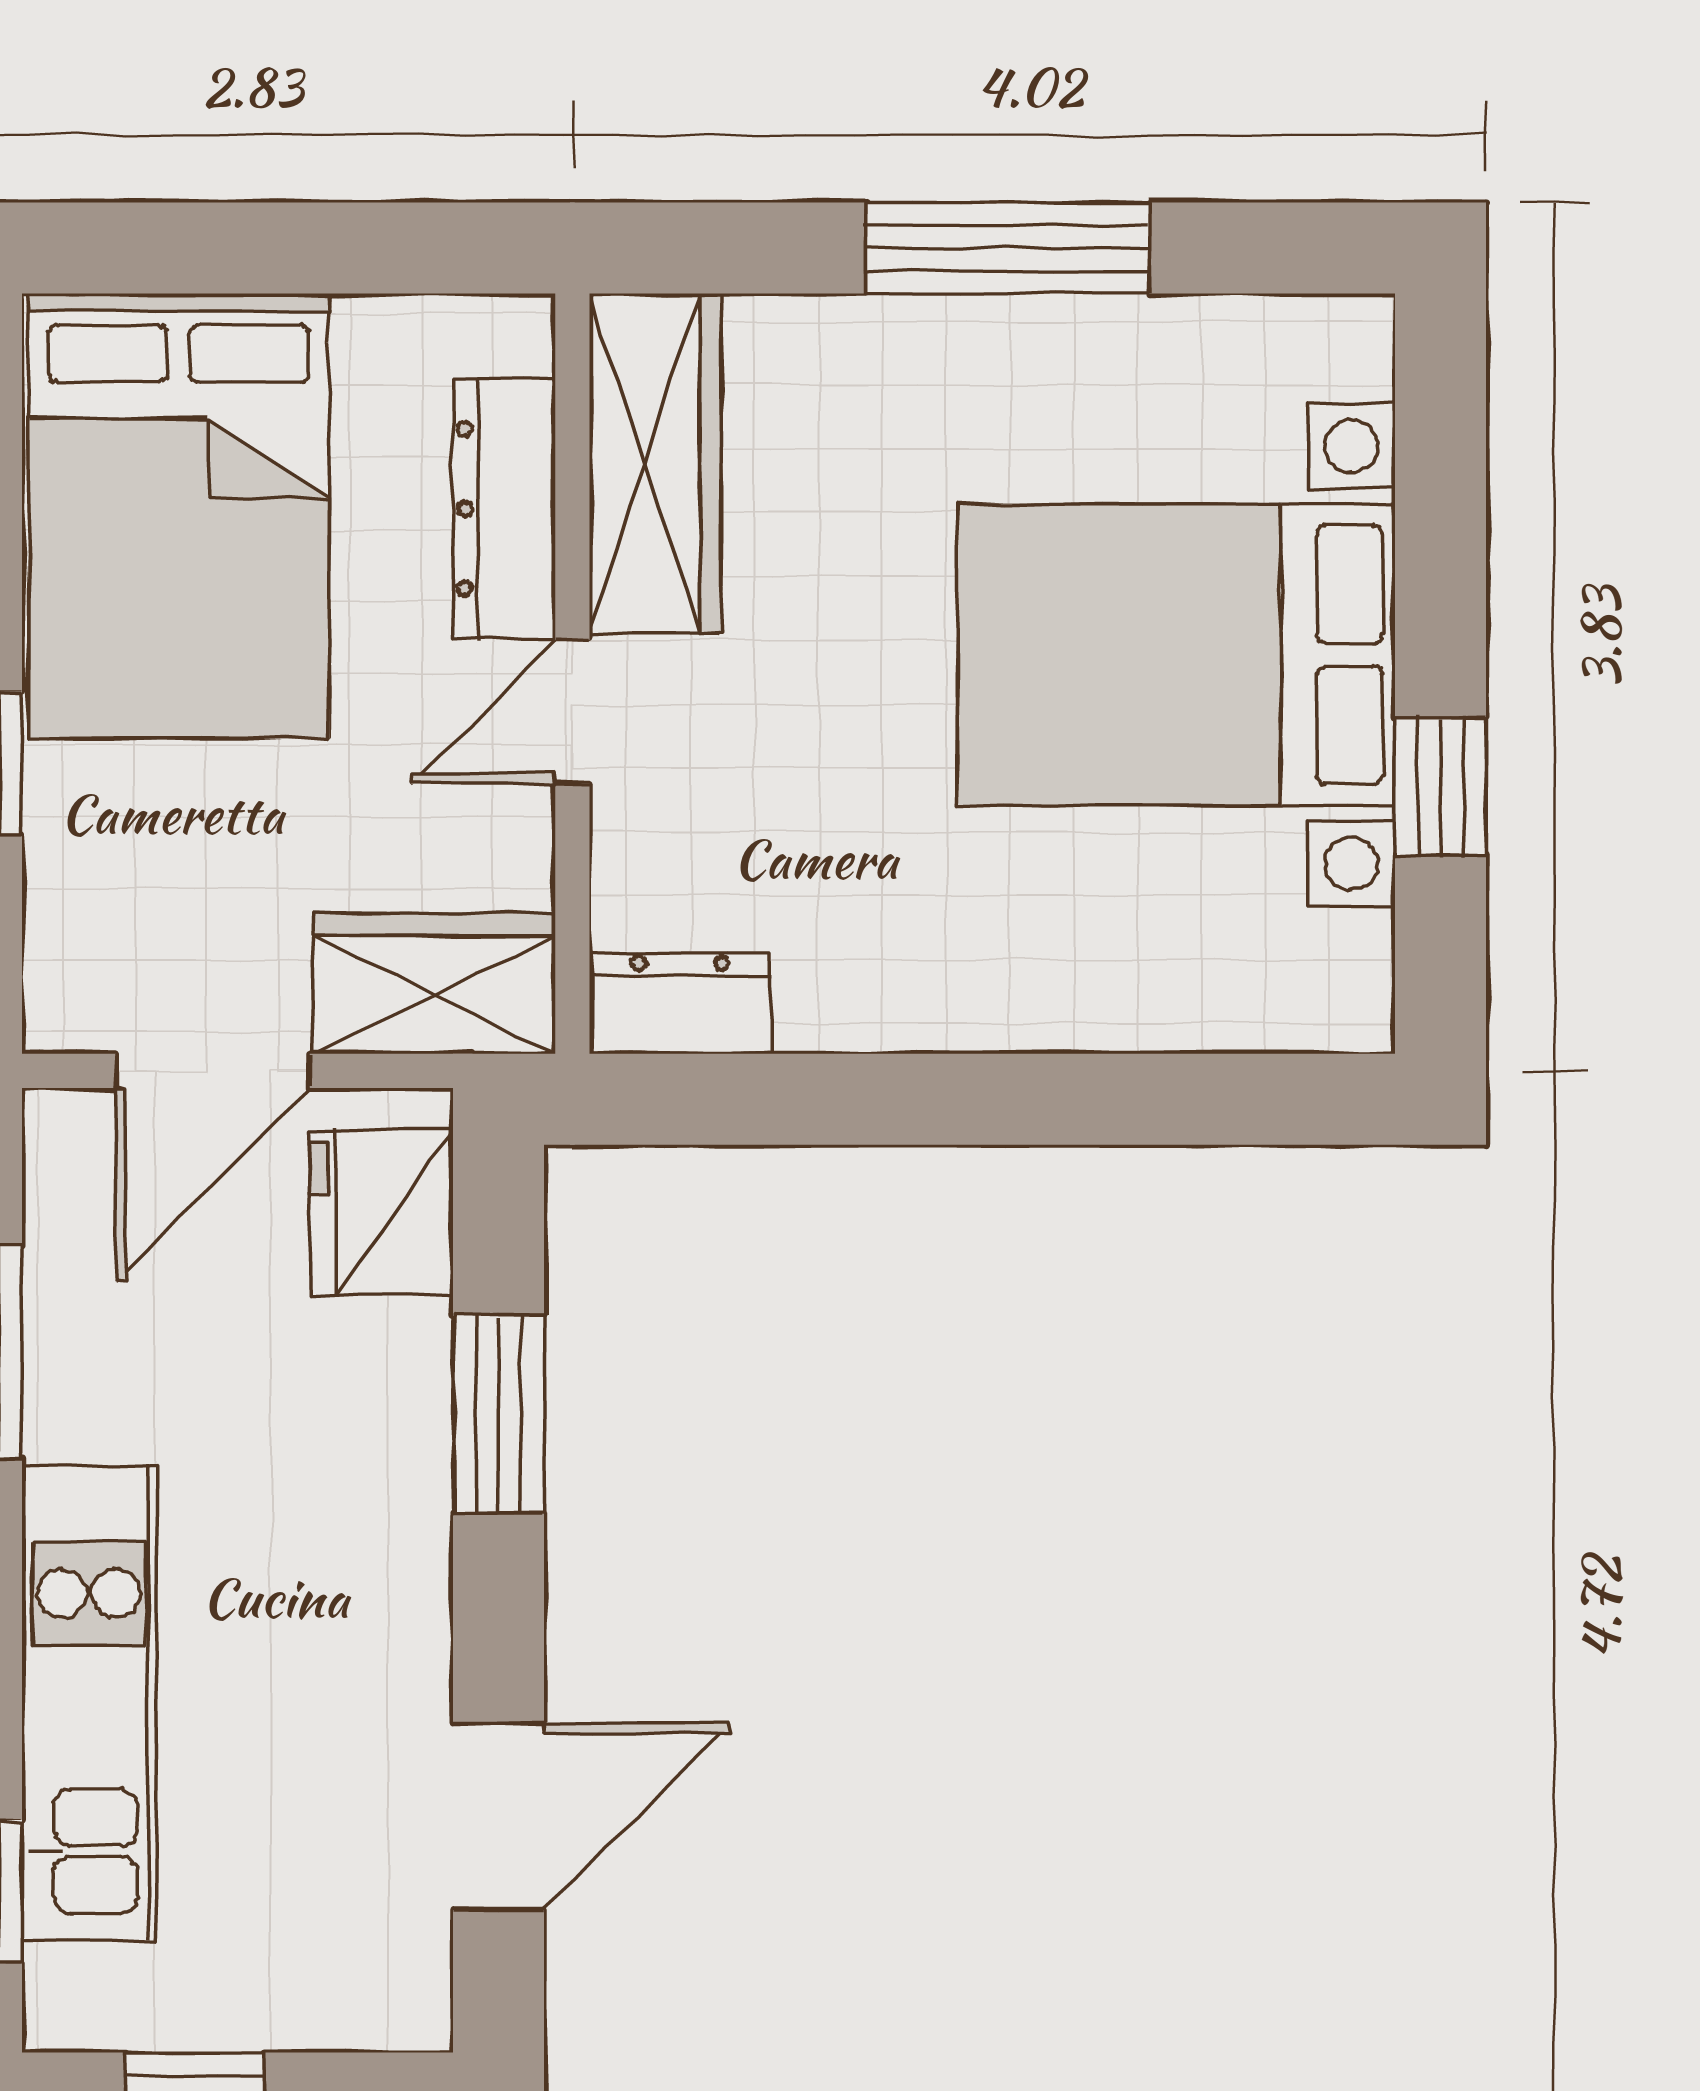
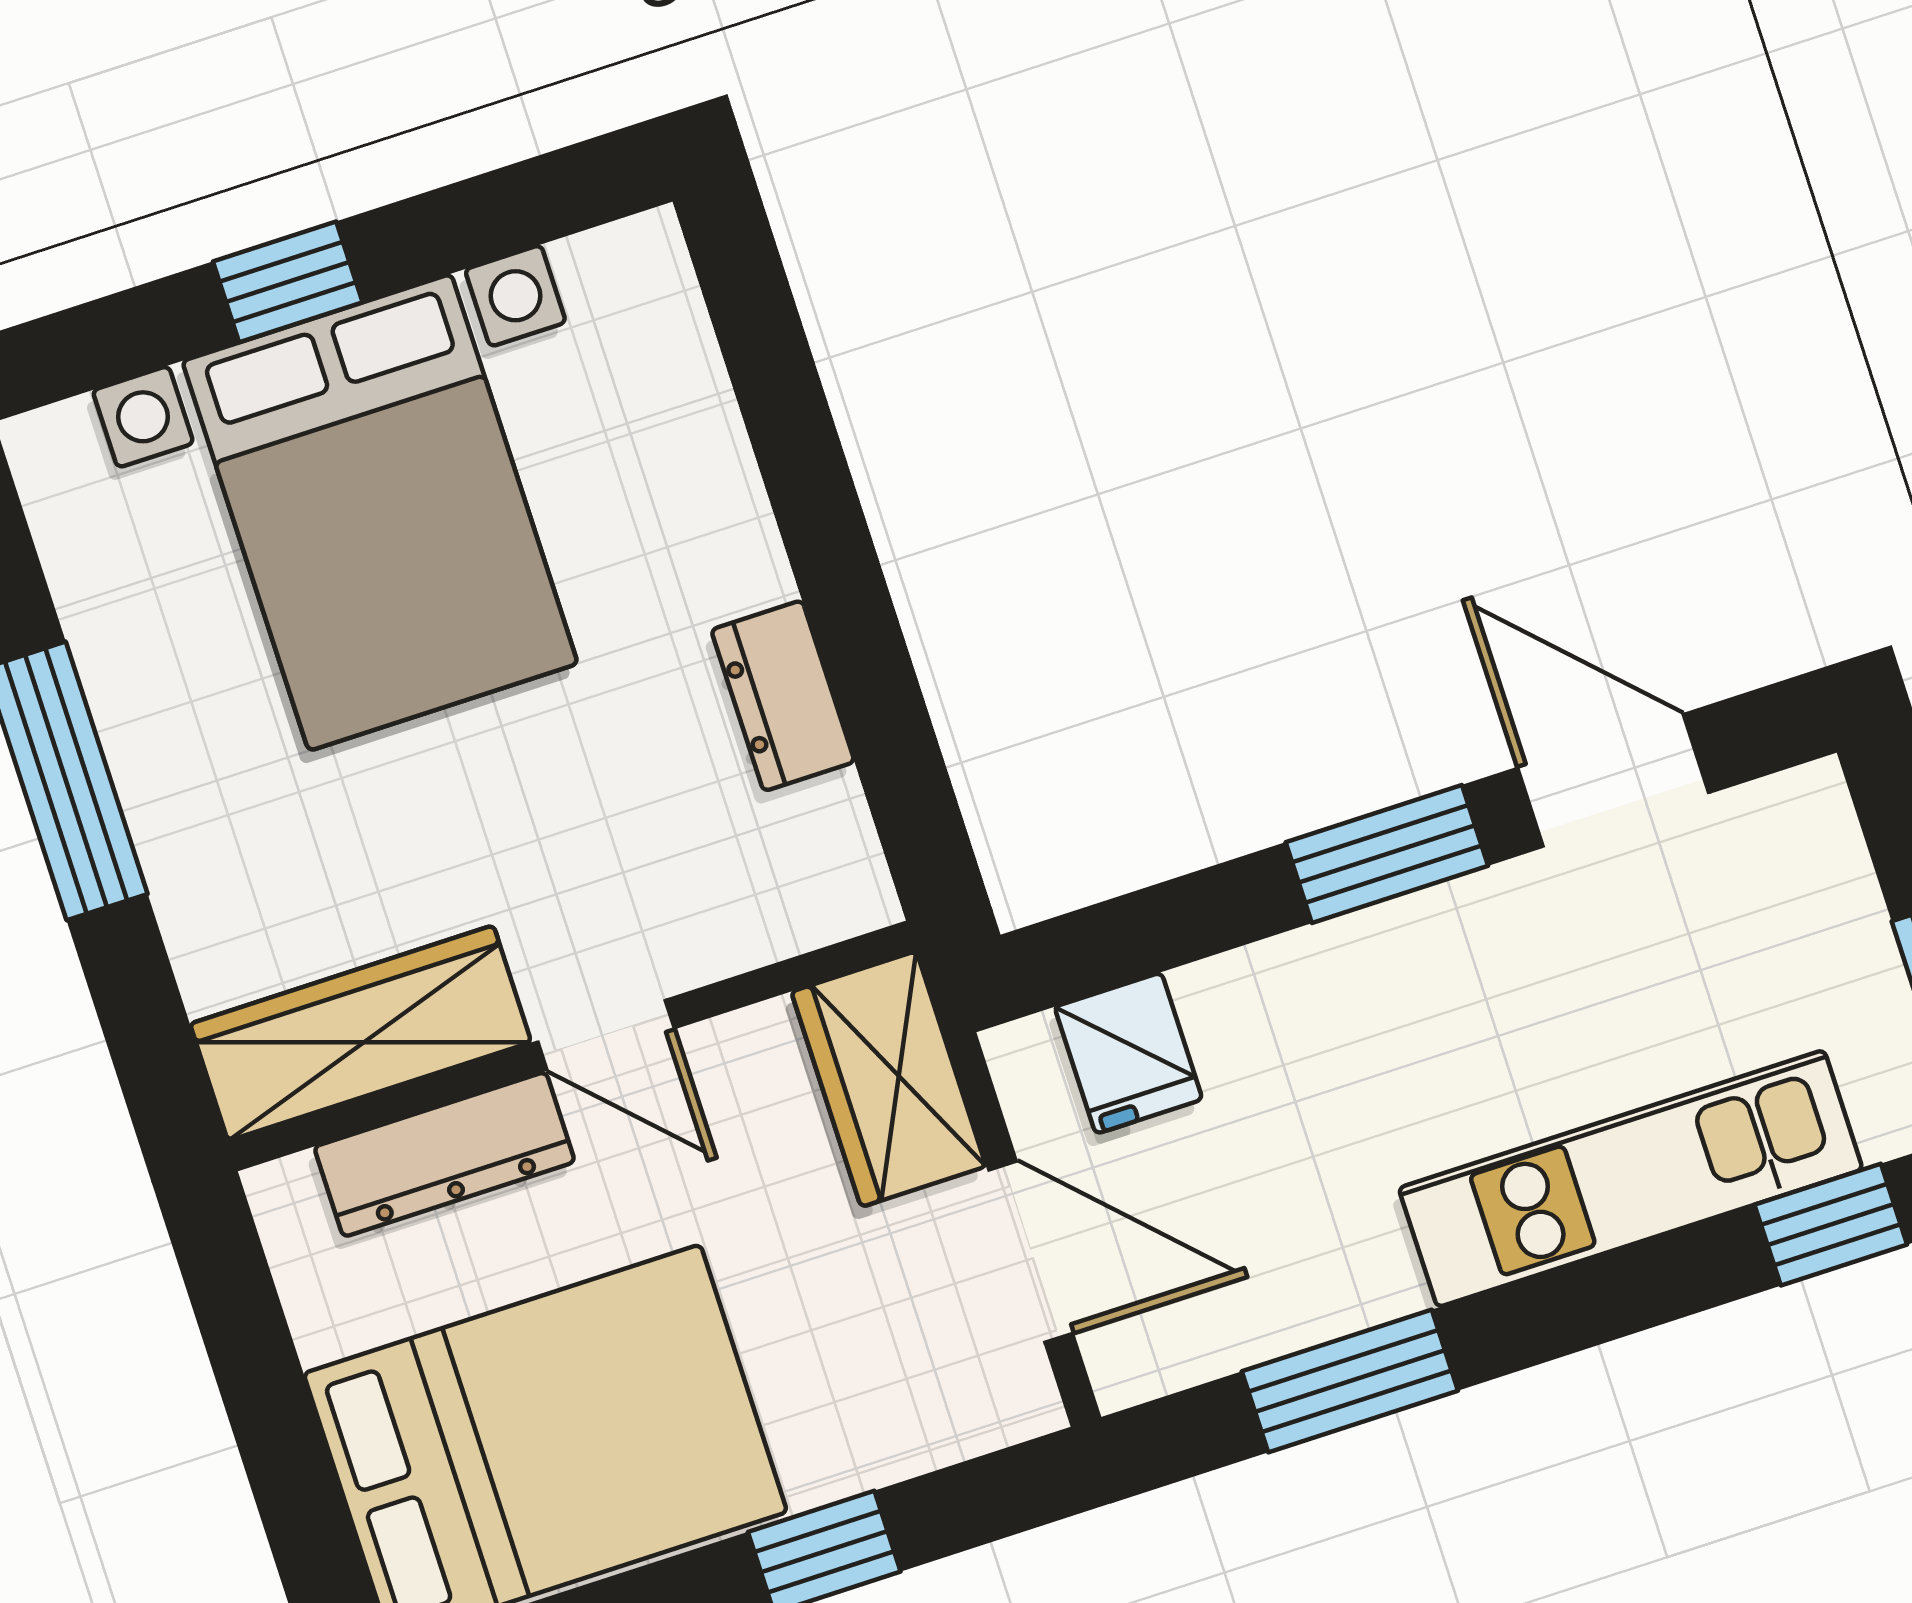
window: (1440, 786) -> (288, 282), moved
dresser: (680, 1003) -> (783, 696), moved
fridge: (382, 1212) -> (1128, 1053), width x0.72
window: (499, 1414) -> (1387, 854), moved

